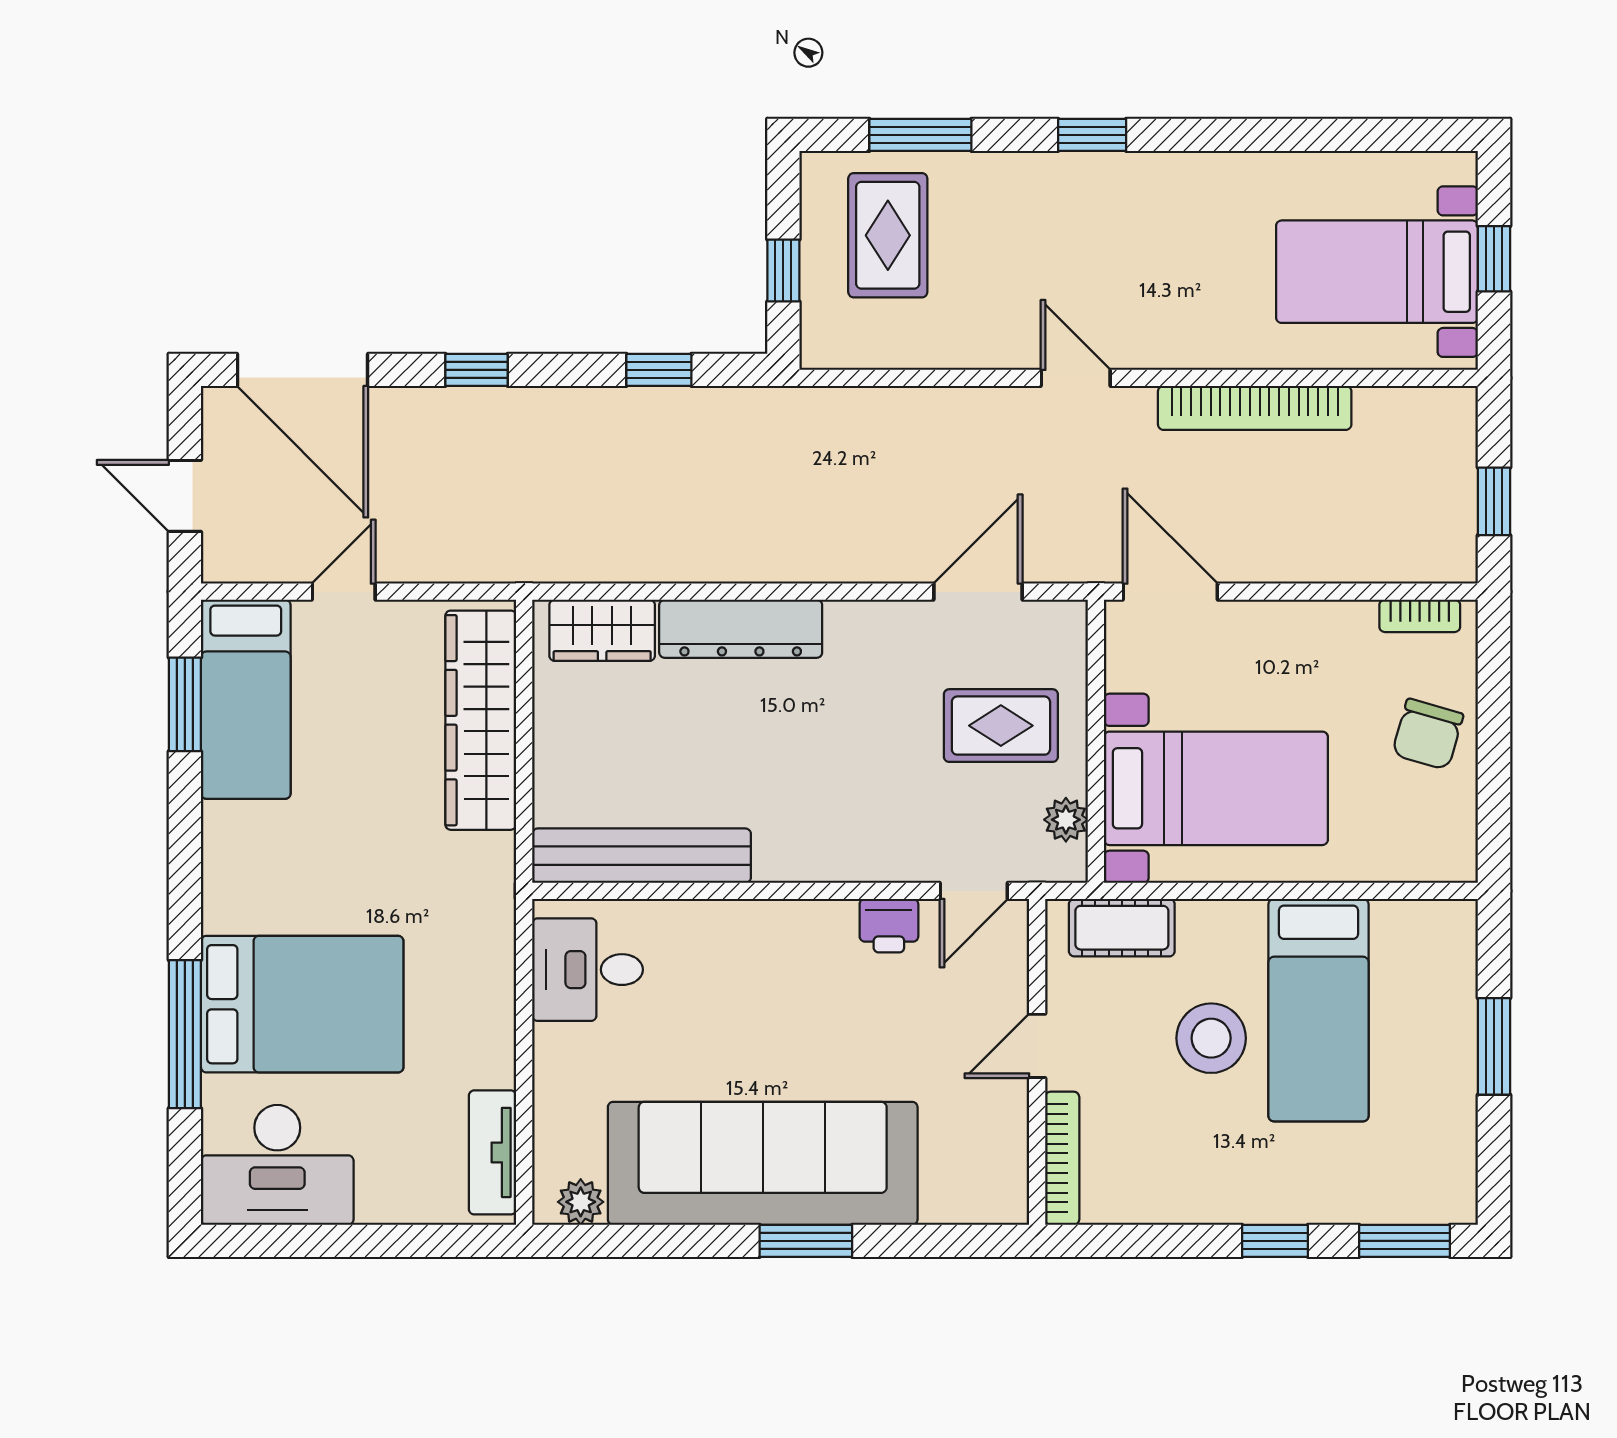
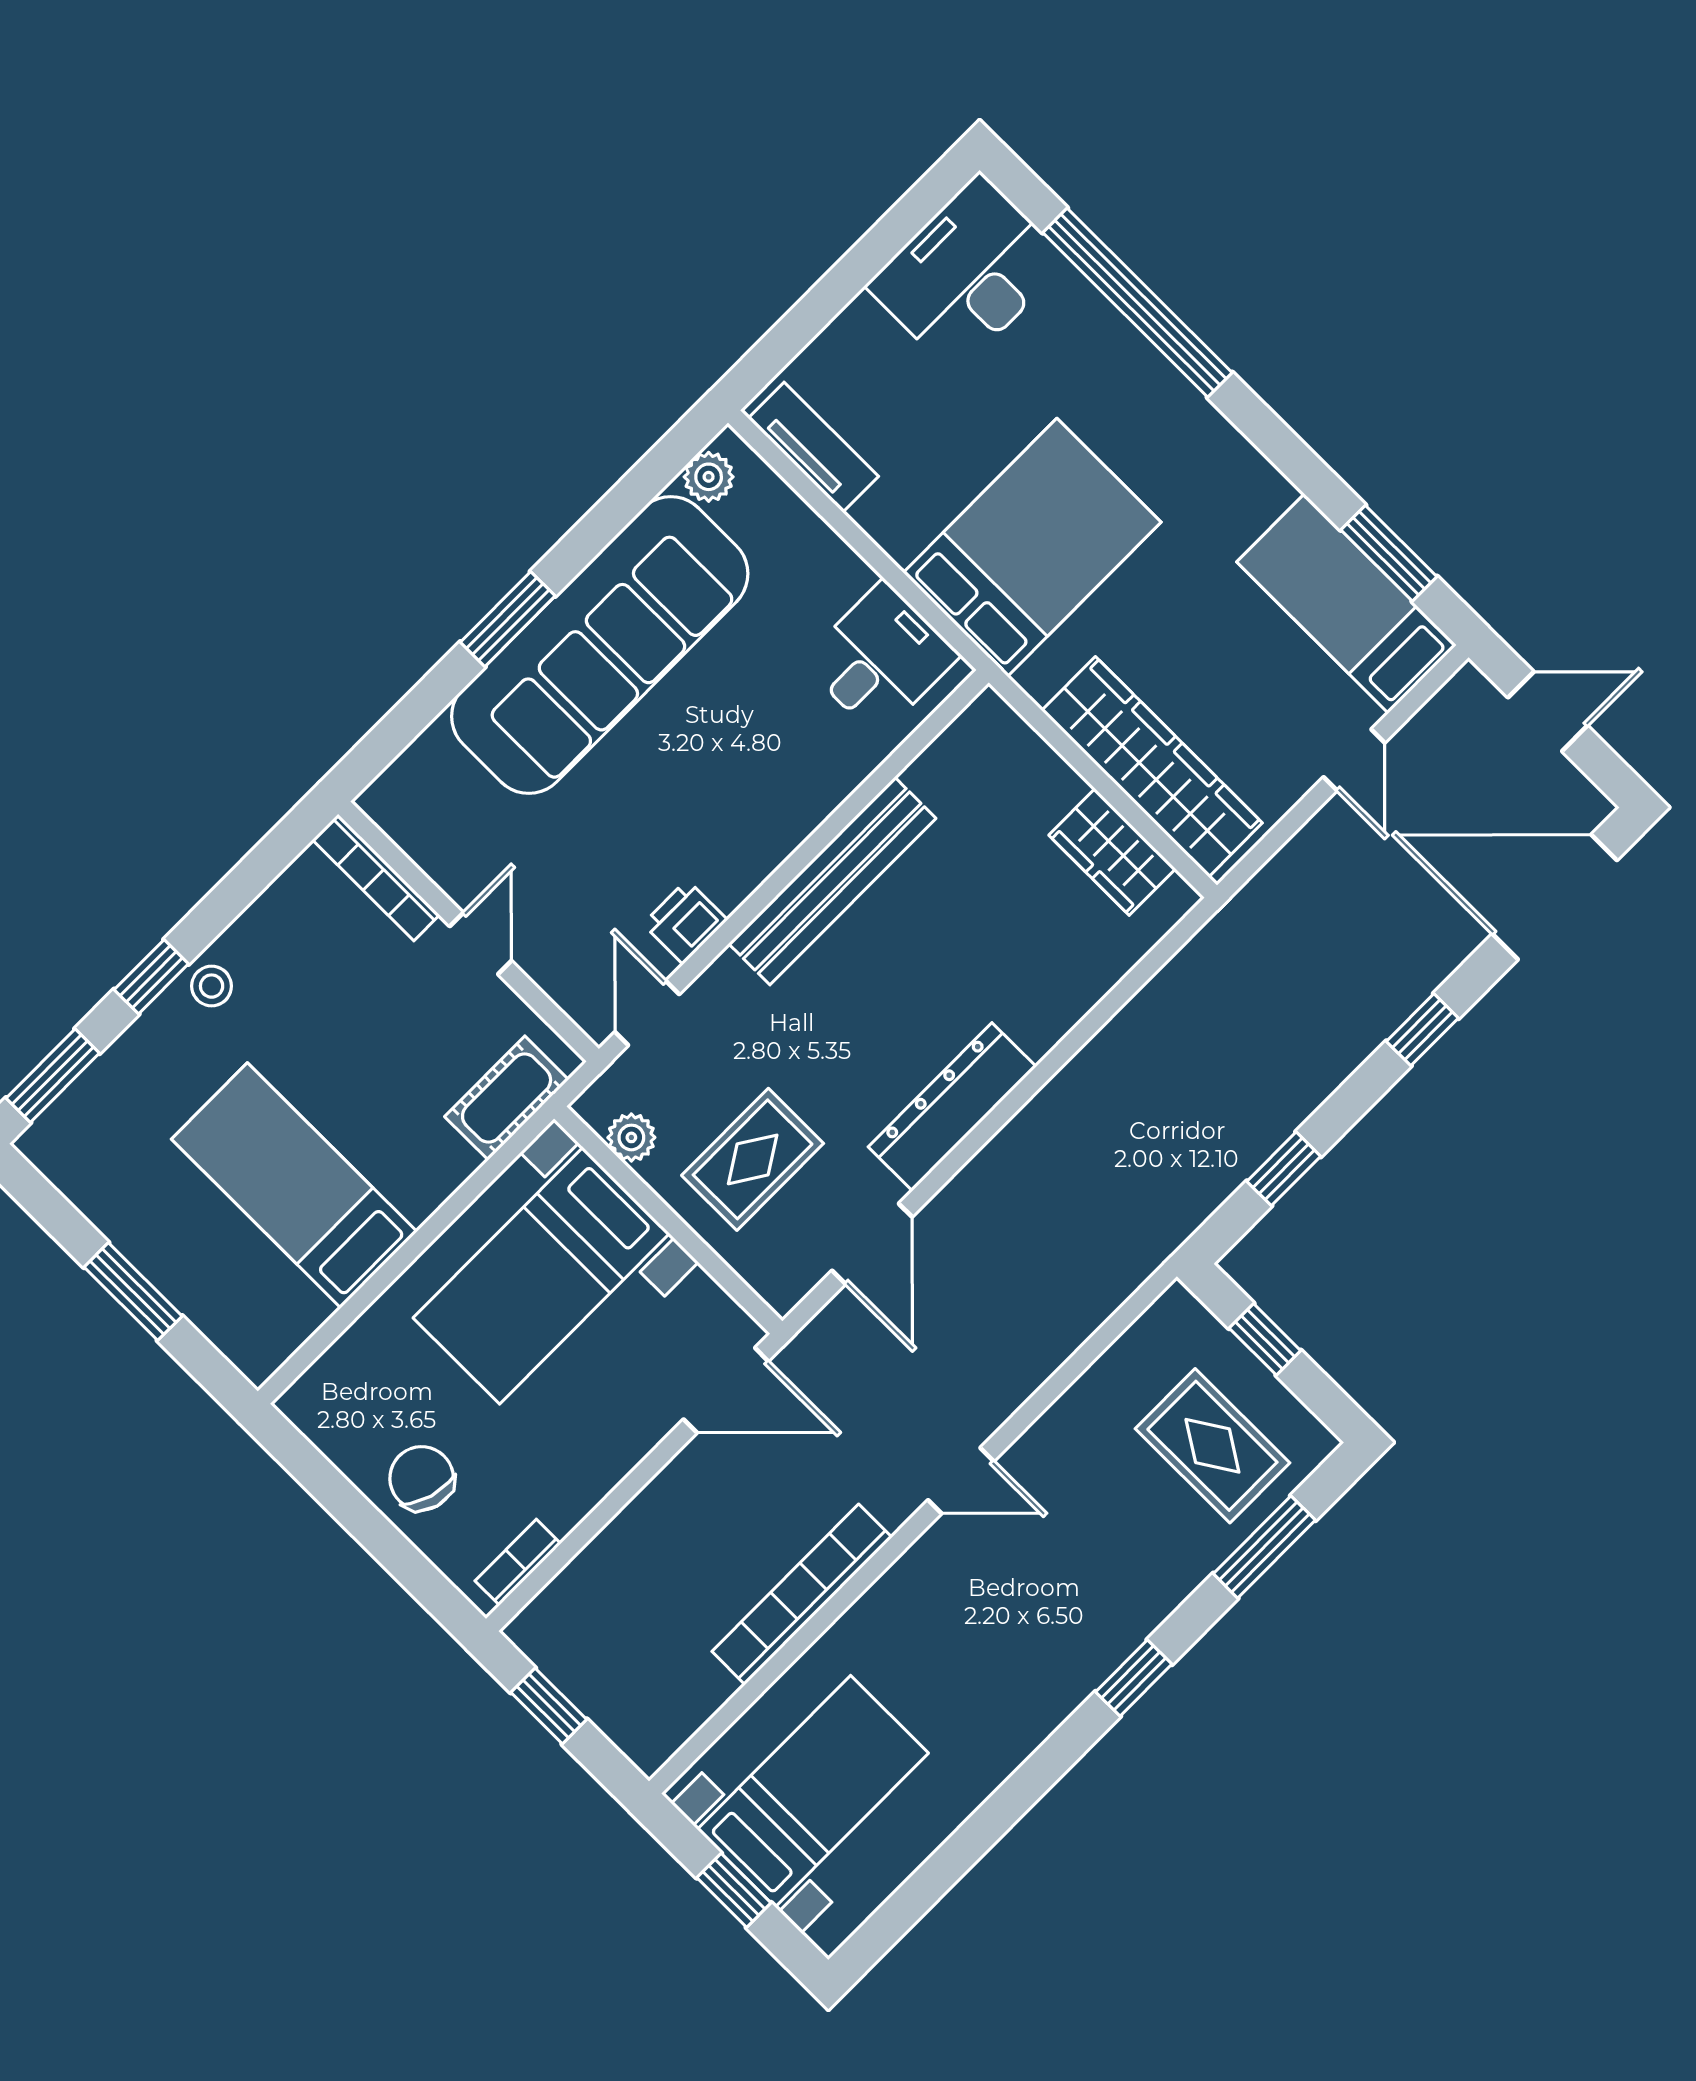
dresser: (741, 629) -> (952, 1107), moved
wardrobe: (602, 630) -> (1112, 852), moved, turned -90
bench: (642, 856) -> (832, 881), moved
bed: (302, 1004) -> (1032, 547), moved, turned 180
window: (185, 1034) -> (1137, 303), width x1.46
stool: (1211, 1038) -> (212, 986), moved, width x0.53, depth x0.53

